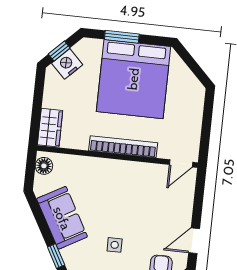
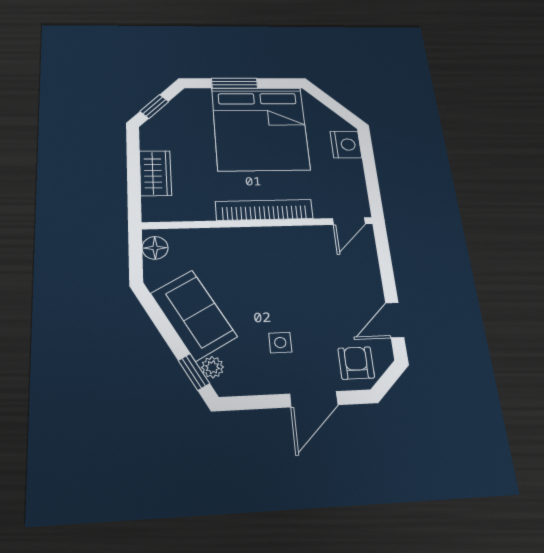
nightstand: (67, 64) -> (346, 145), moved, turned 135
wardrobe: (50, 128) -> (155, 173), moved
plant: (68, 255) -> (212, 367), added

